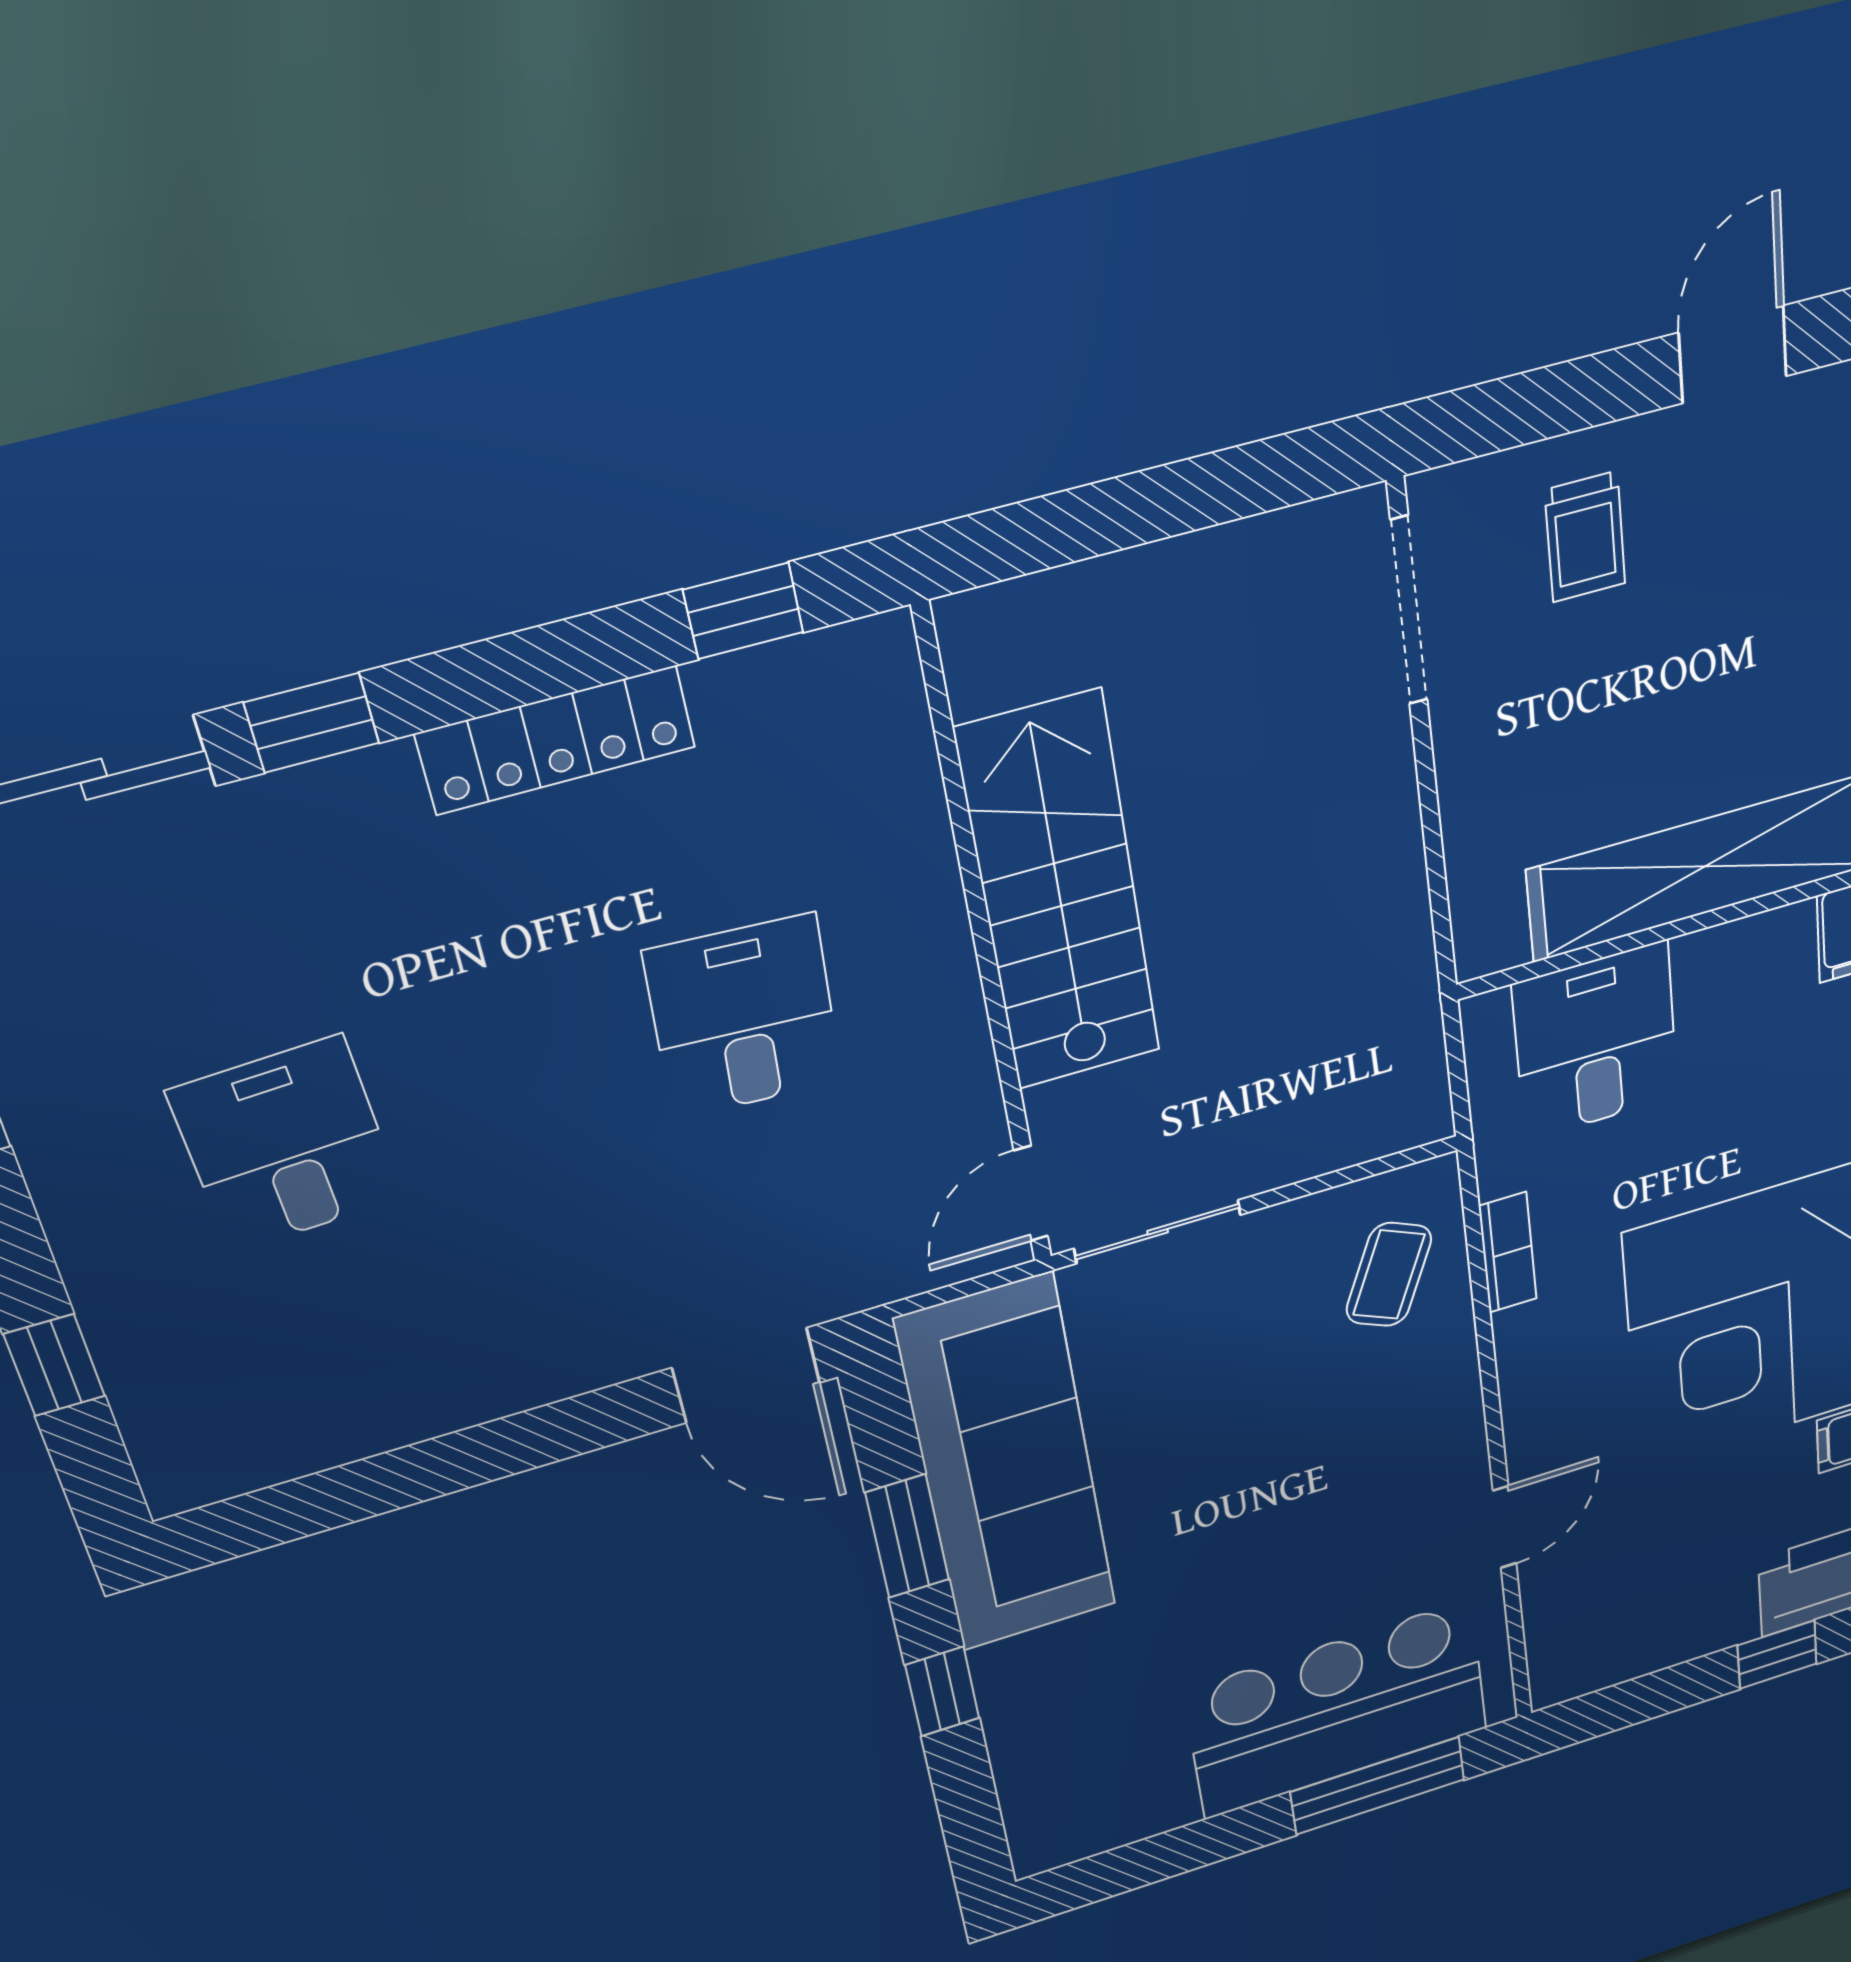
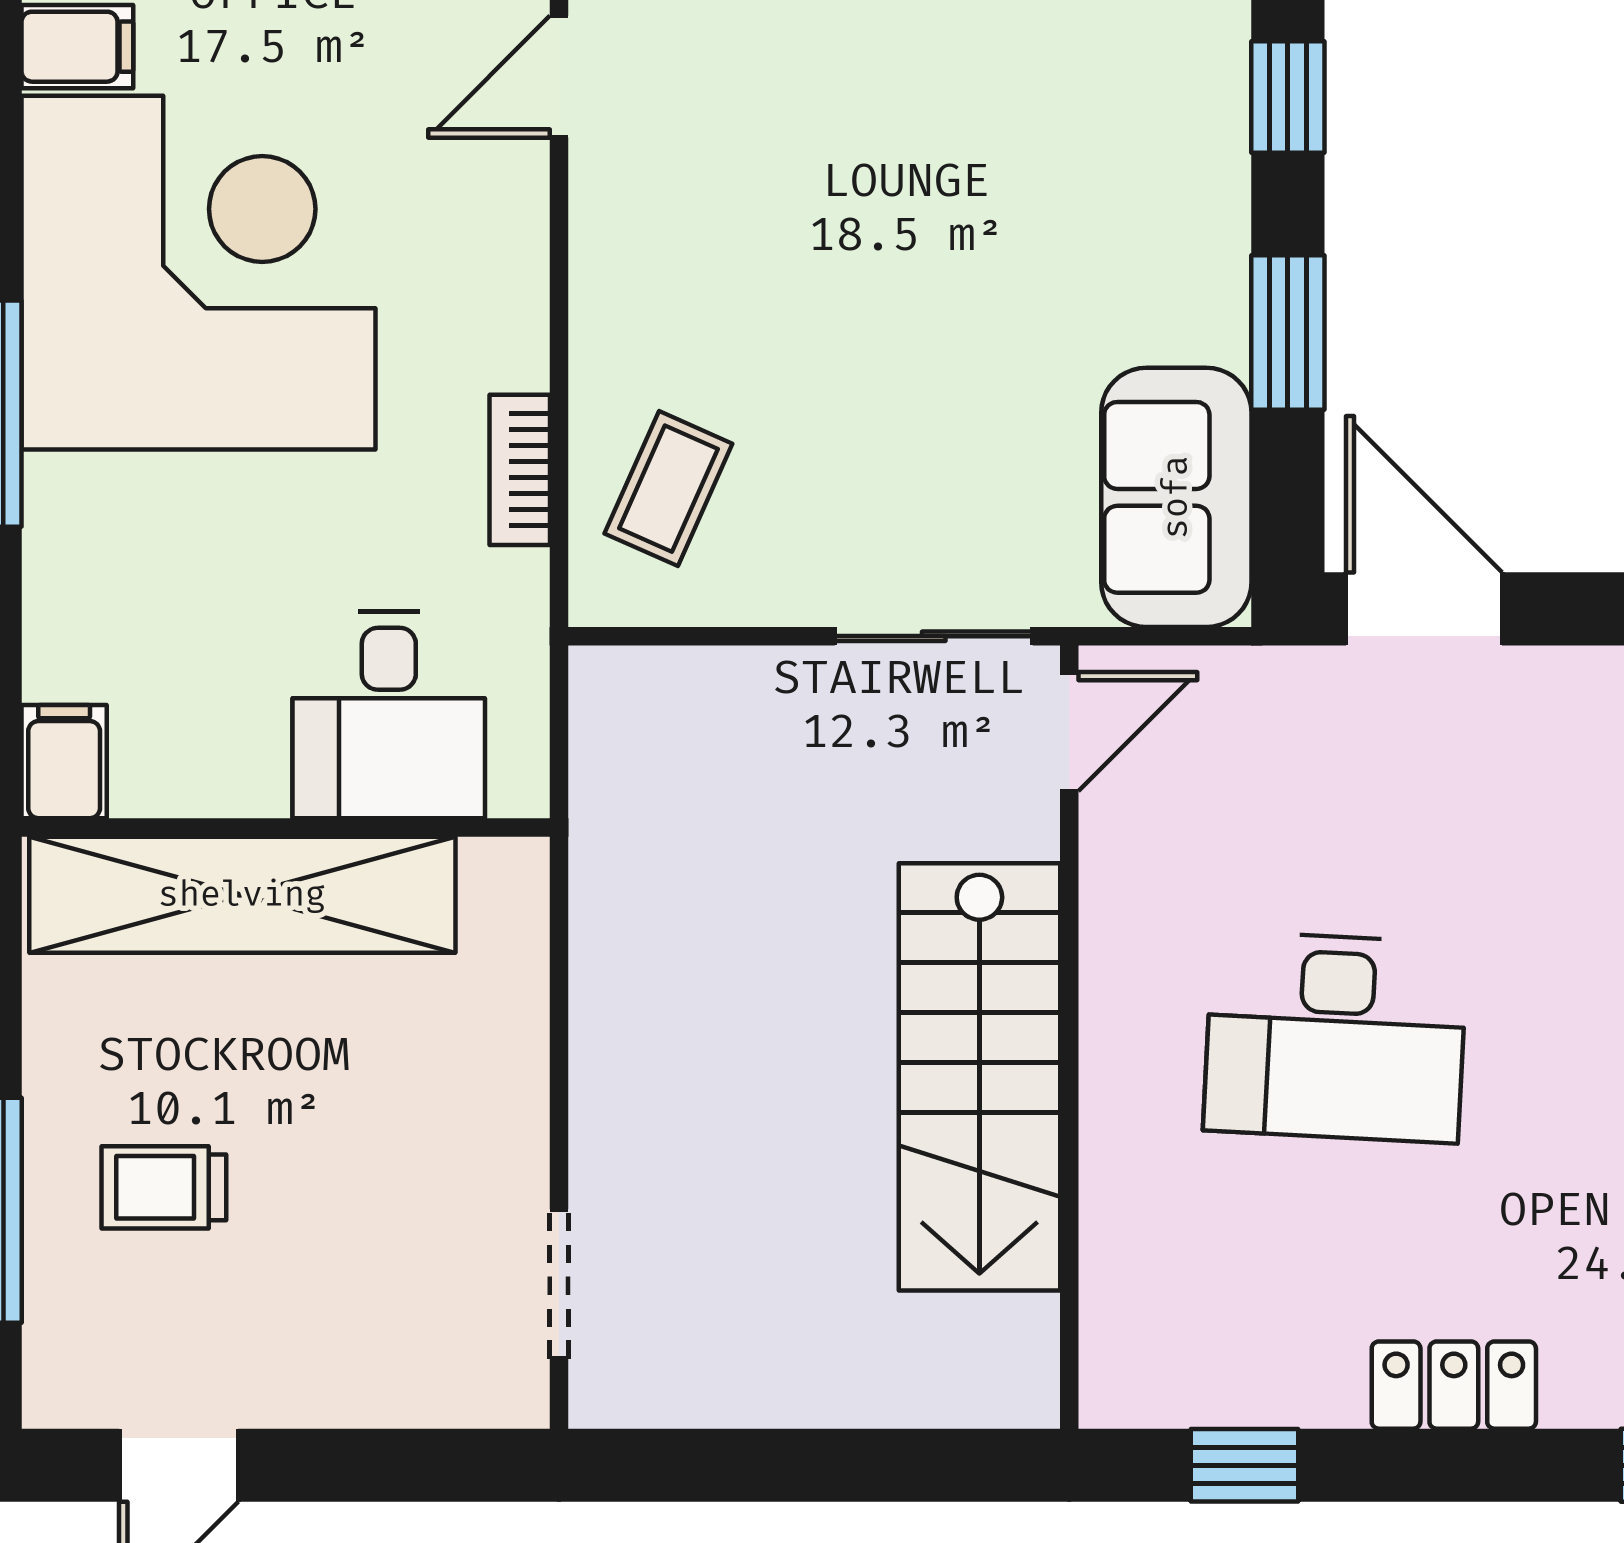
trolley: (1585, 537) -> (164, 1187), moved, turned -90
doorway: (1409, 611) -> (559, 1284), width x0.73
locker: (556, 740) -> (1454, 1385), width x0.66
desk: (744, 1017) -> (1335, 1037), width x1.37
sofa: (1007, 1466) -> (1176, 497), width x0.54, depth x0.79

